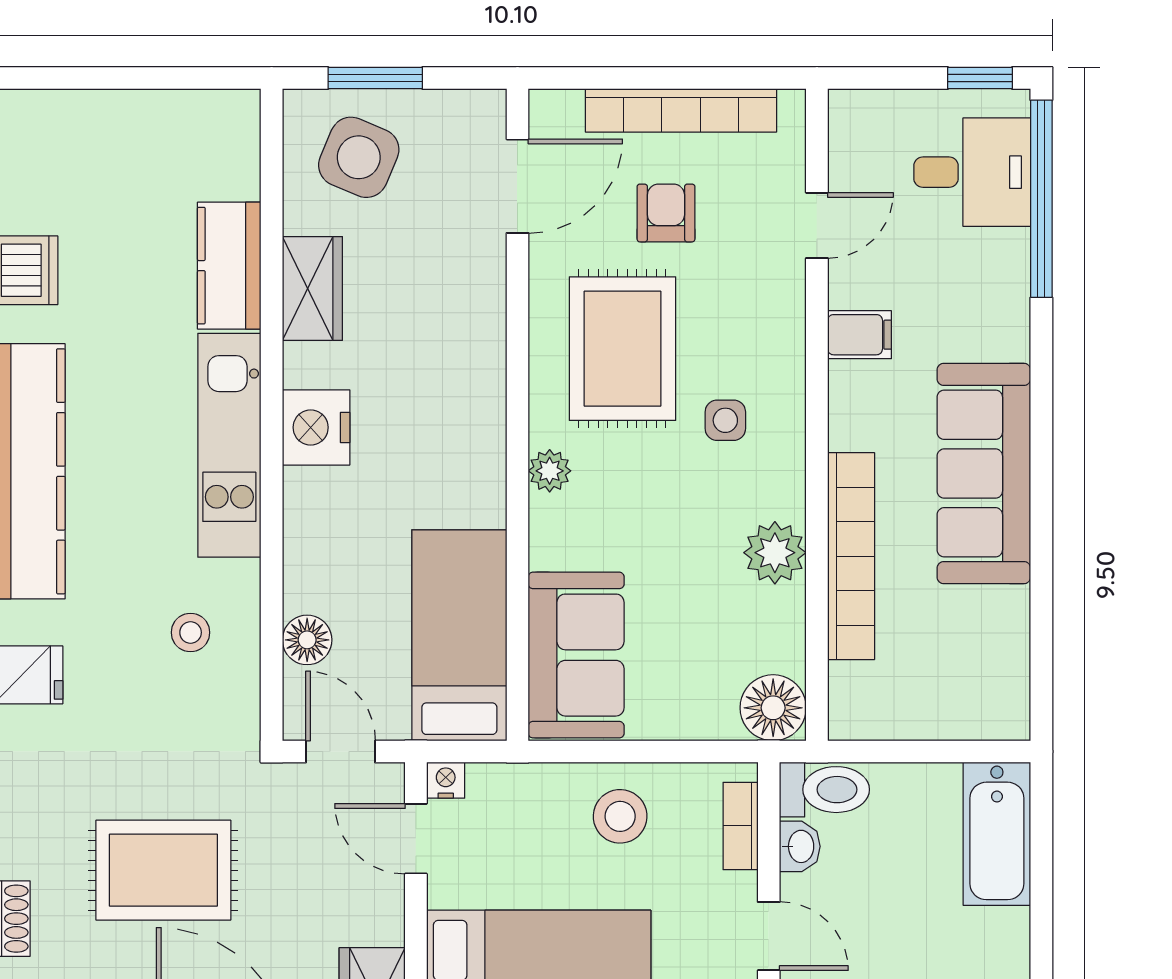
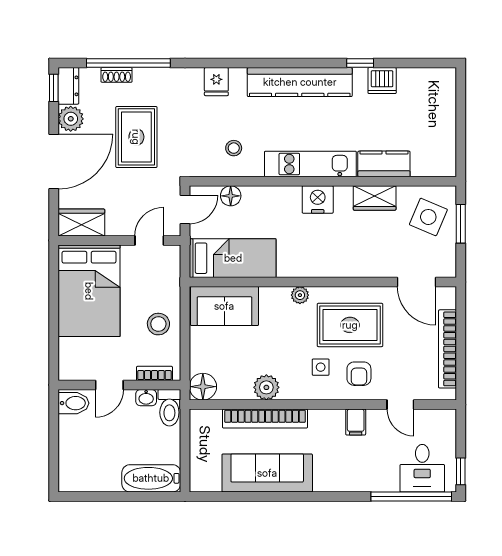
armchair: (666, 213) -> (359, 374), moved, turned 90
sofa: (984, 474) -> (267, 473), moved
nightstand: (446, 780) -> (173, 253), removed

